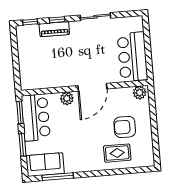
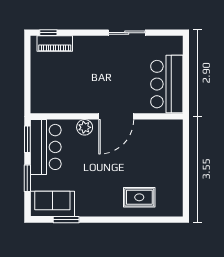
window: (57, 20) -> (81, 33), removed
piano: (54, 29) -> (55, 44), moved
plant: (140, 93) -> (172, 127), removed
armchair: (125, 127) -> (151, 167), removed
window: (58, 177) -> (66, 220), width x0.69

